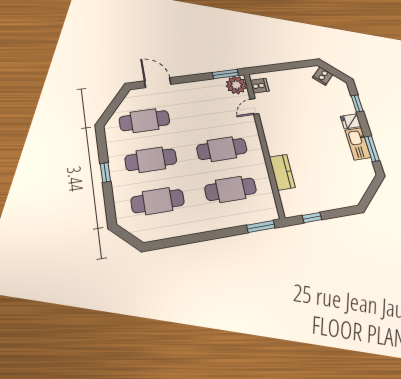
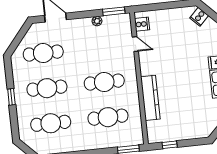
plant: (236, 85) -> (97, 21), moved, width x0.53, depth x0.53
door: (254, 106) -> (135, 44), swing flipped
kitchen counter: (282, 172) -> (150, 98), width x1.50

